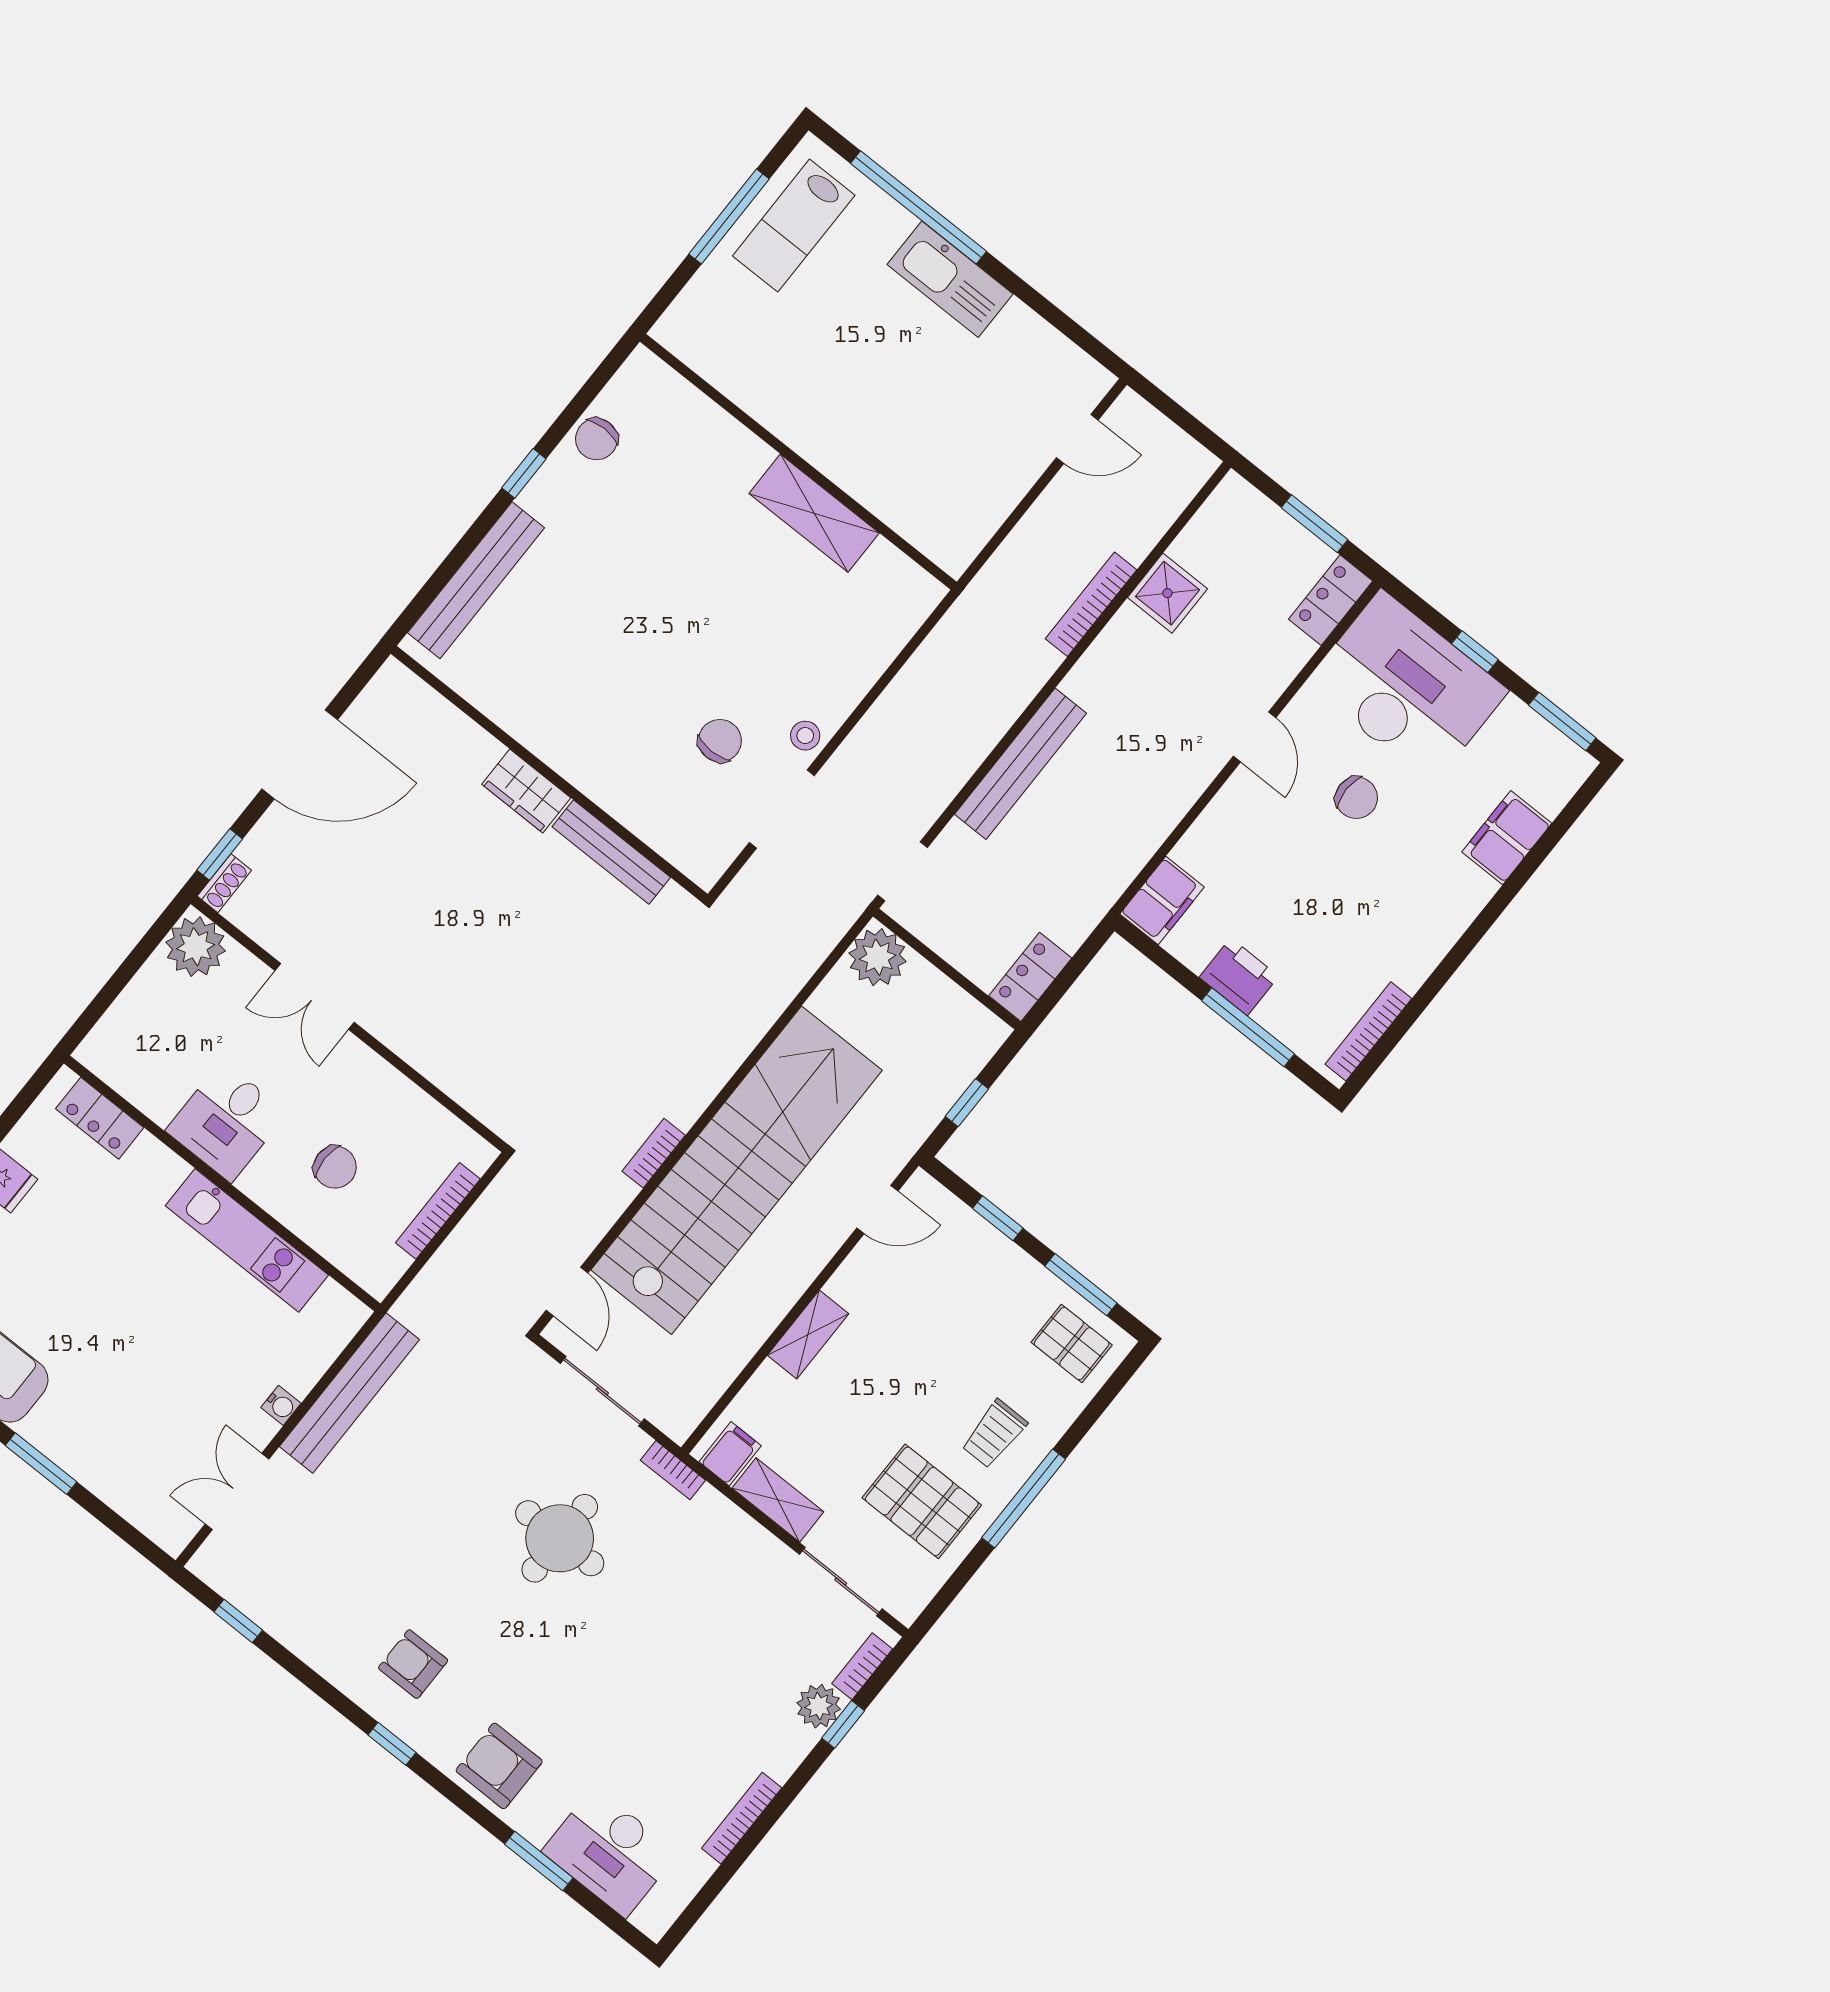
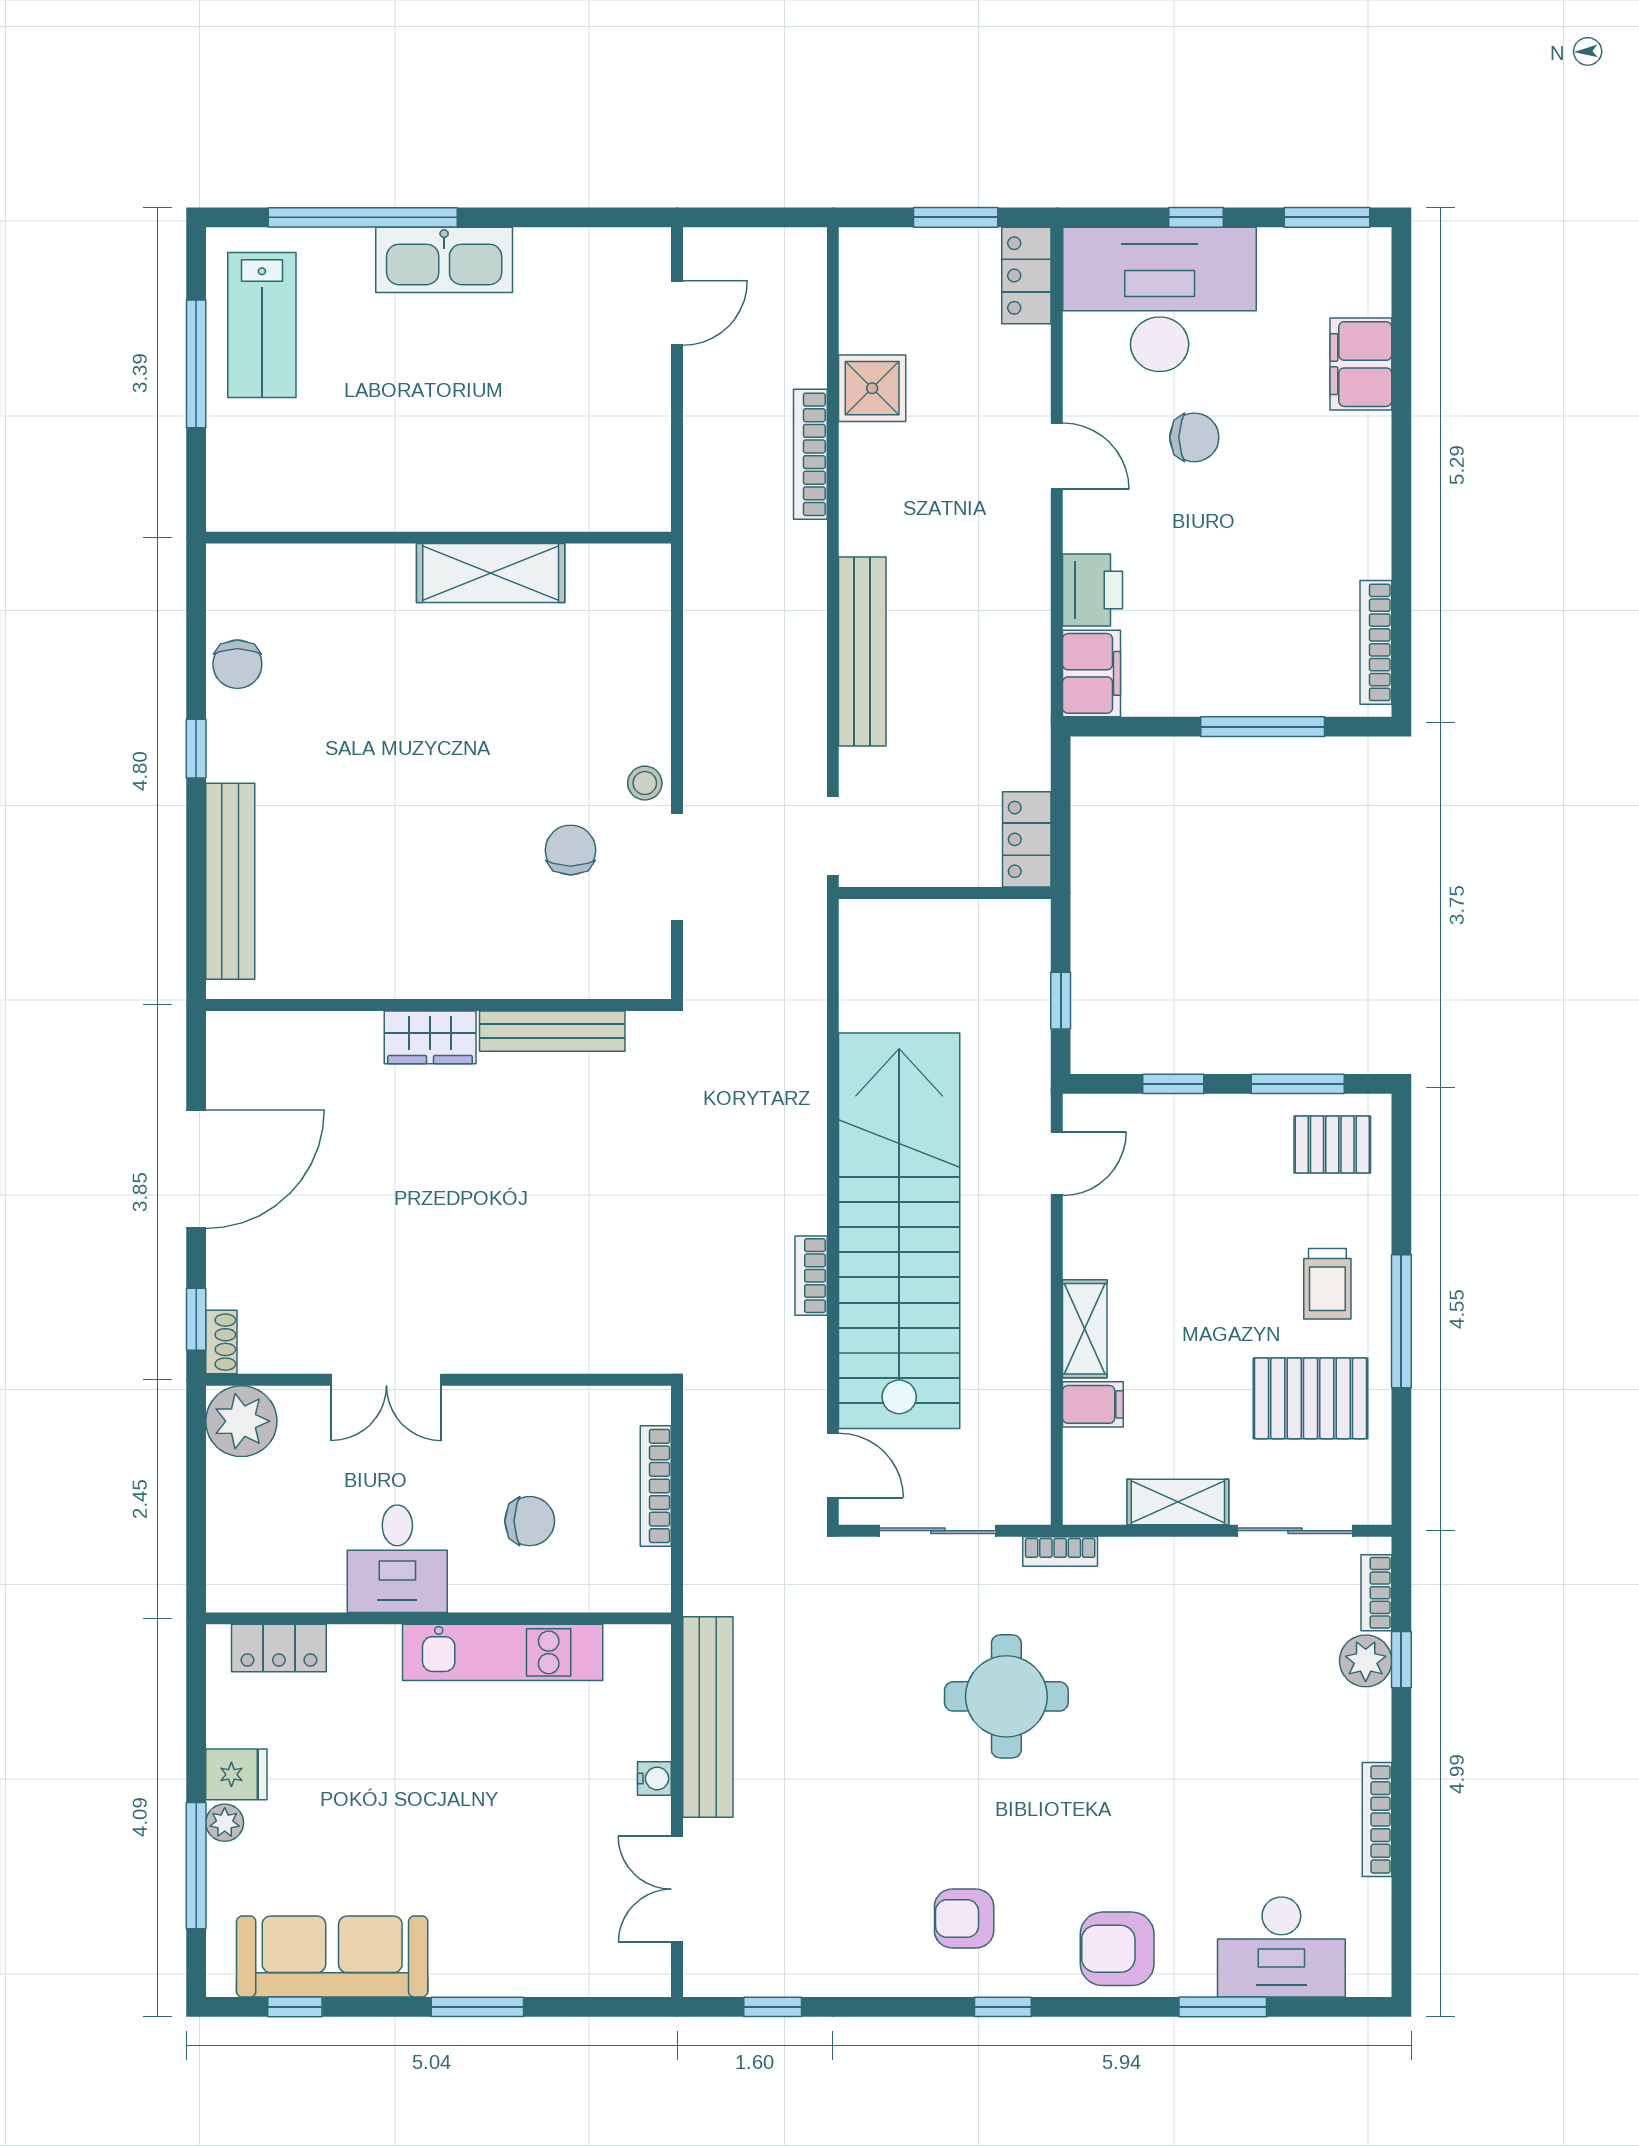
plant: (878, 957) -> (873, 933), removed
printer: (1239, 977) -> (1093, 590), moved, turned 90
filing cabinet: (730, 1454) -> (1093, 1404), moved, turned 90

